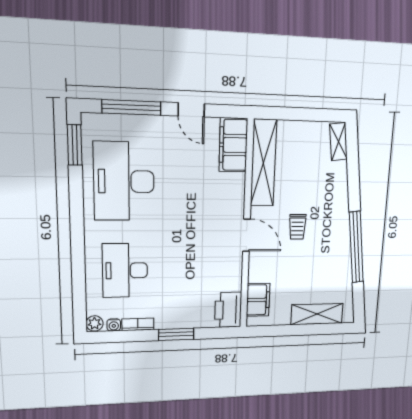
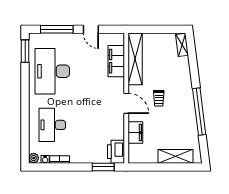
filing cabinet: (233, 145) -> (116, 61), moved
filing cabinet: (258, 300) -> (135, 133), moved
window: (176, 334) -> (103, 167), moved

